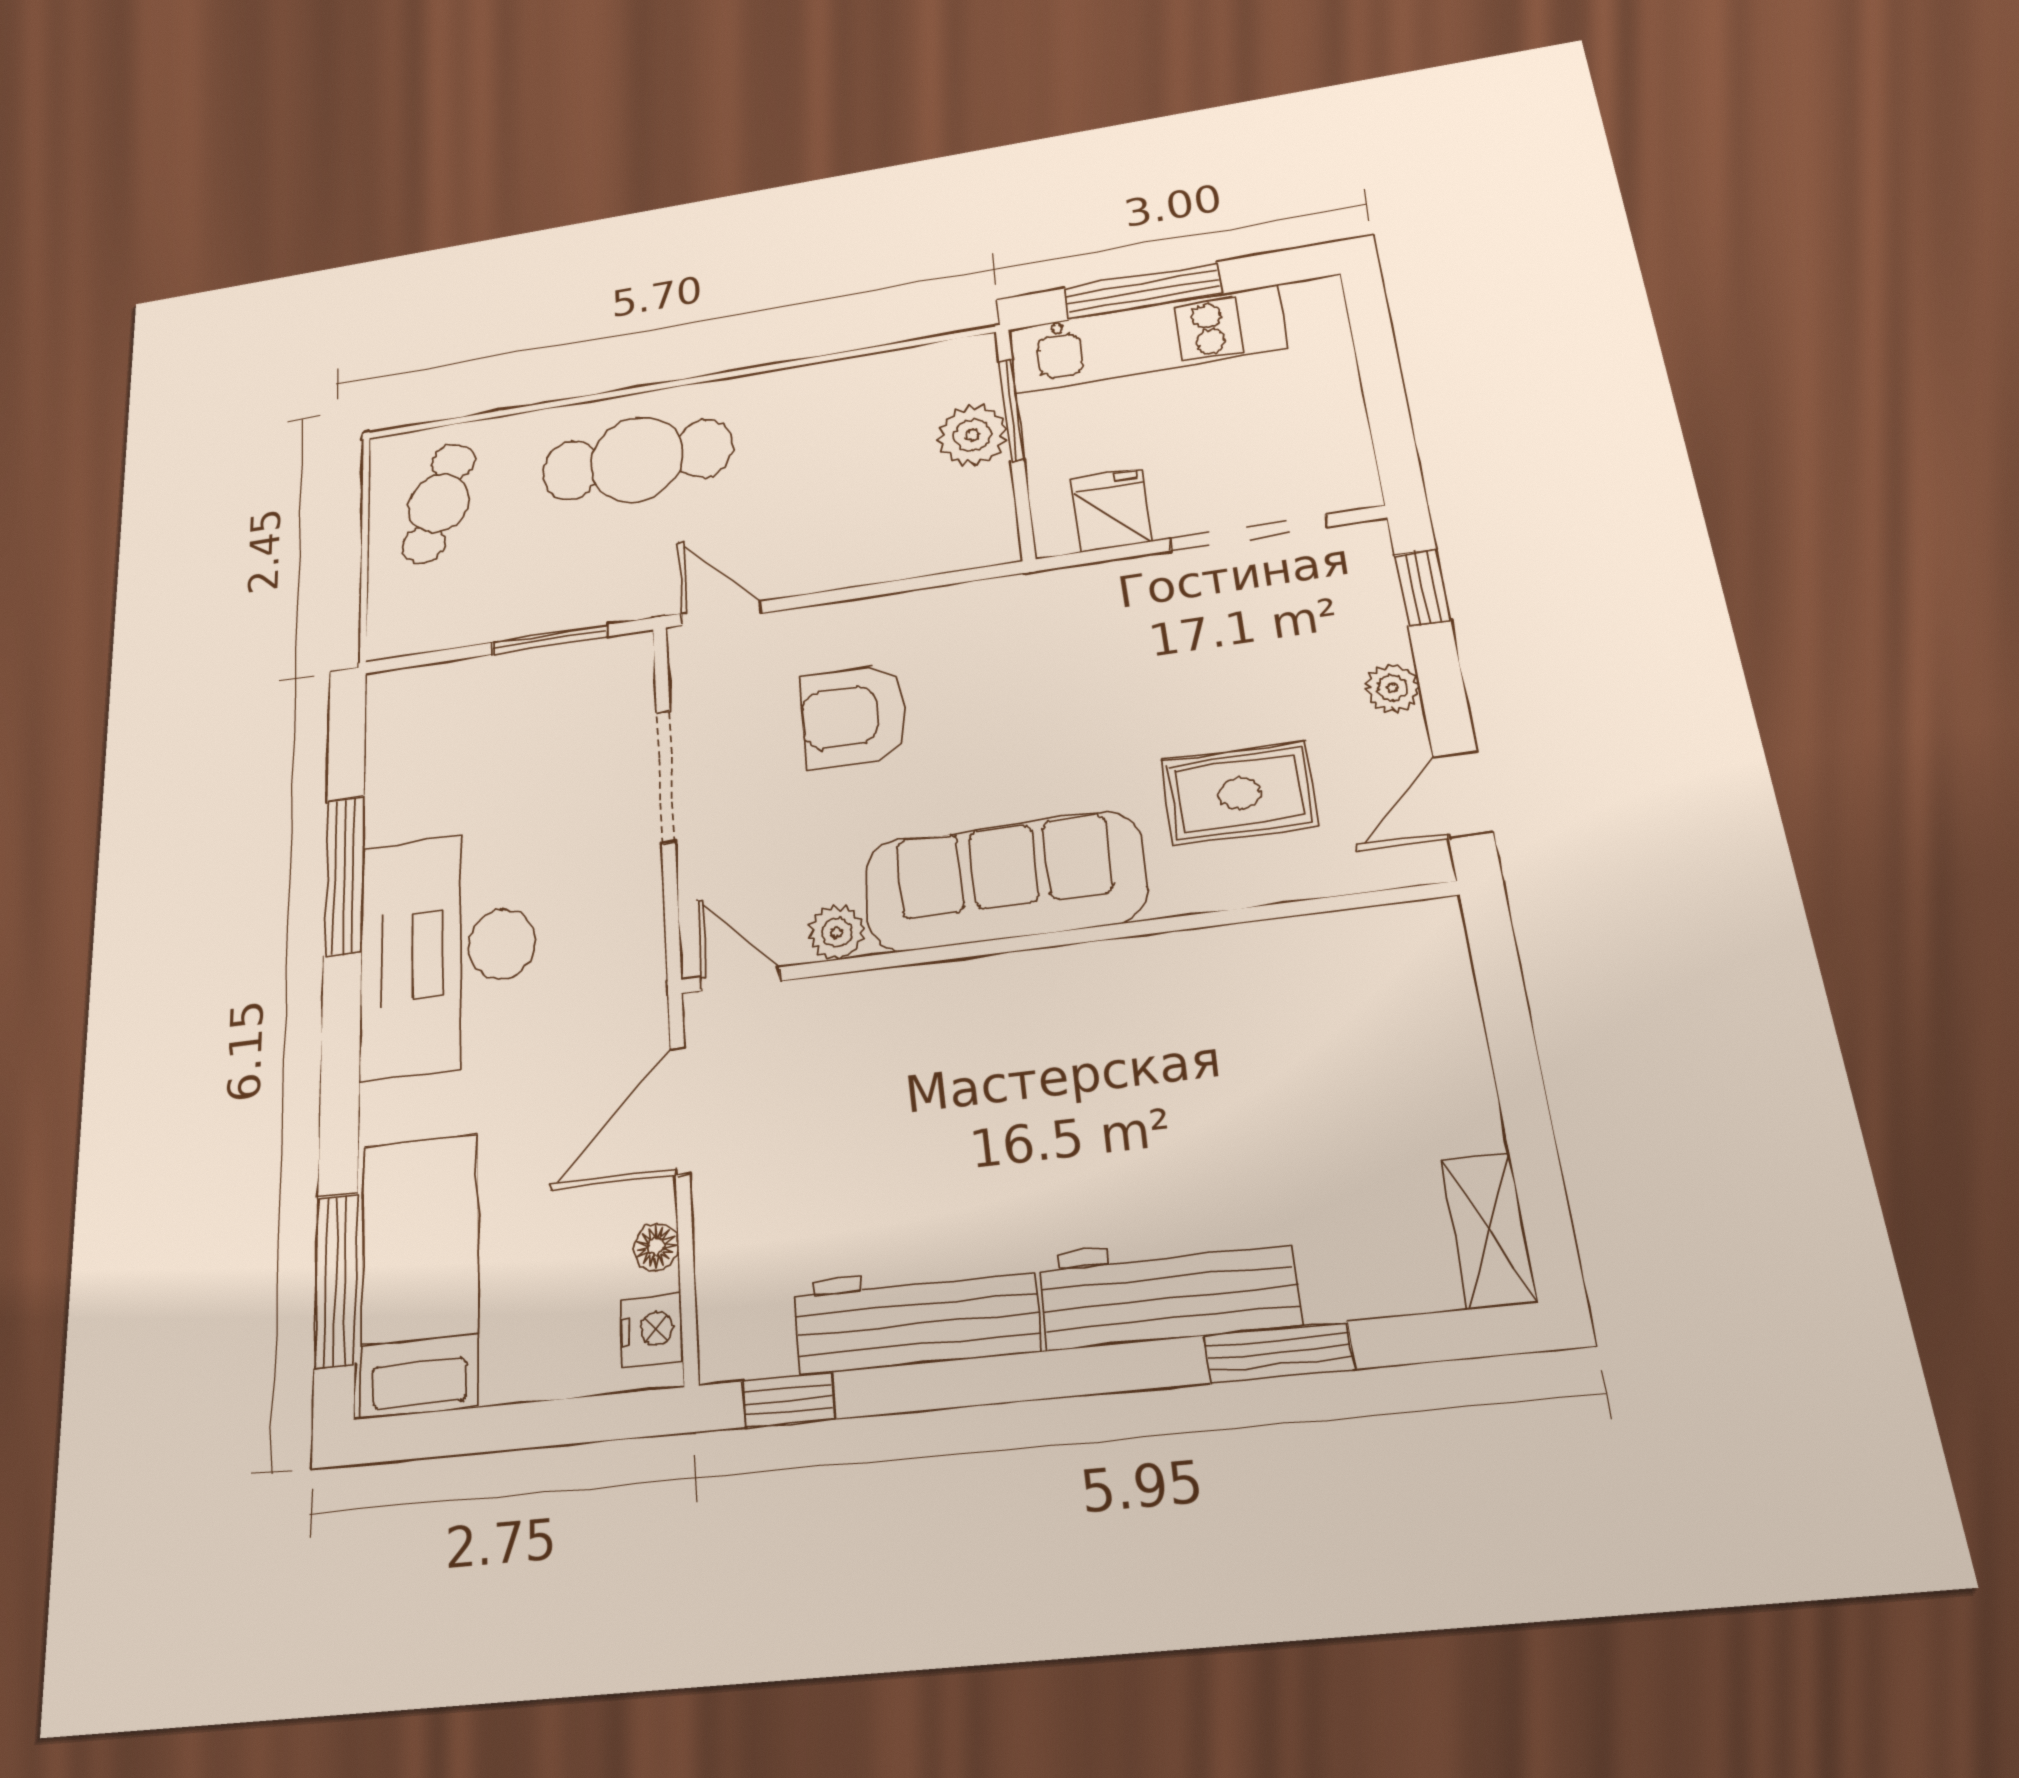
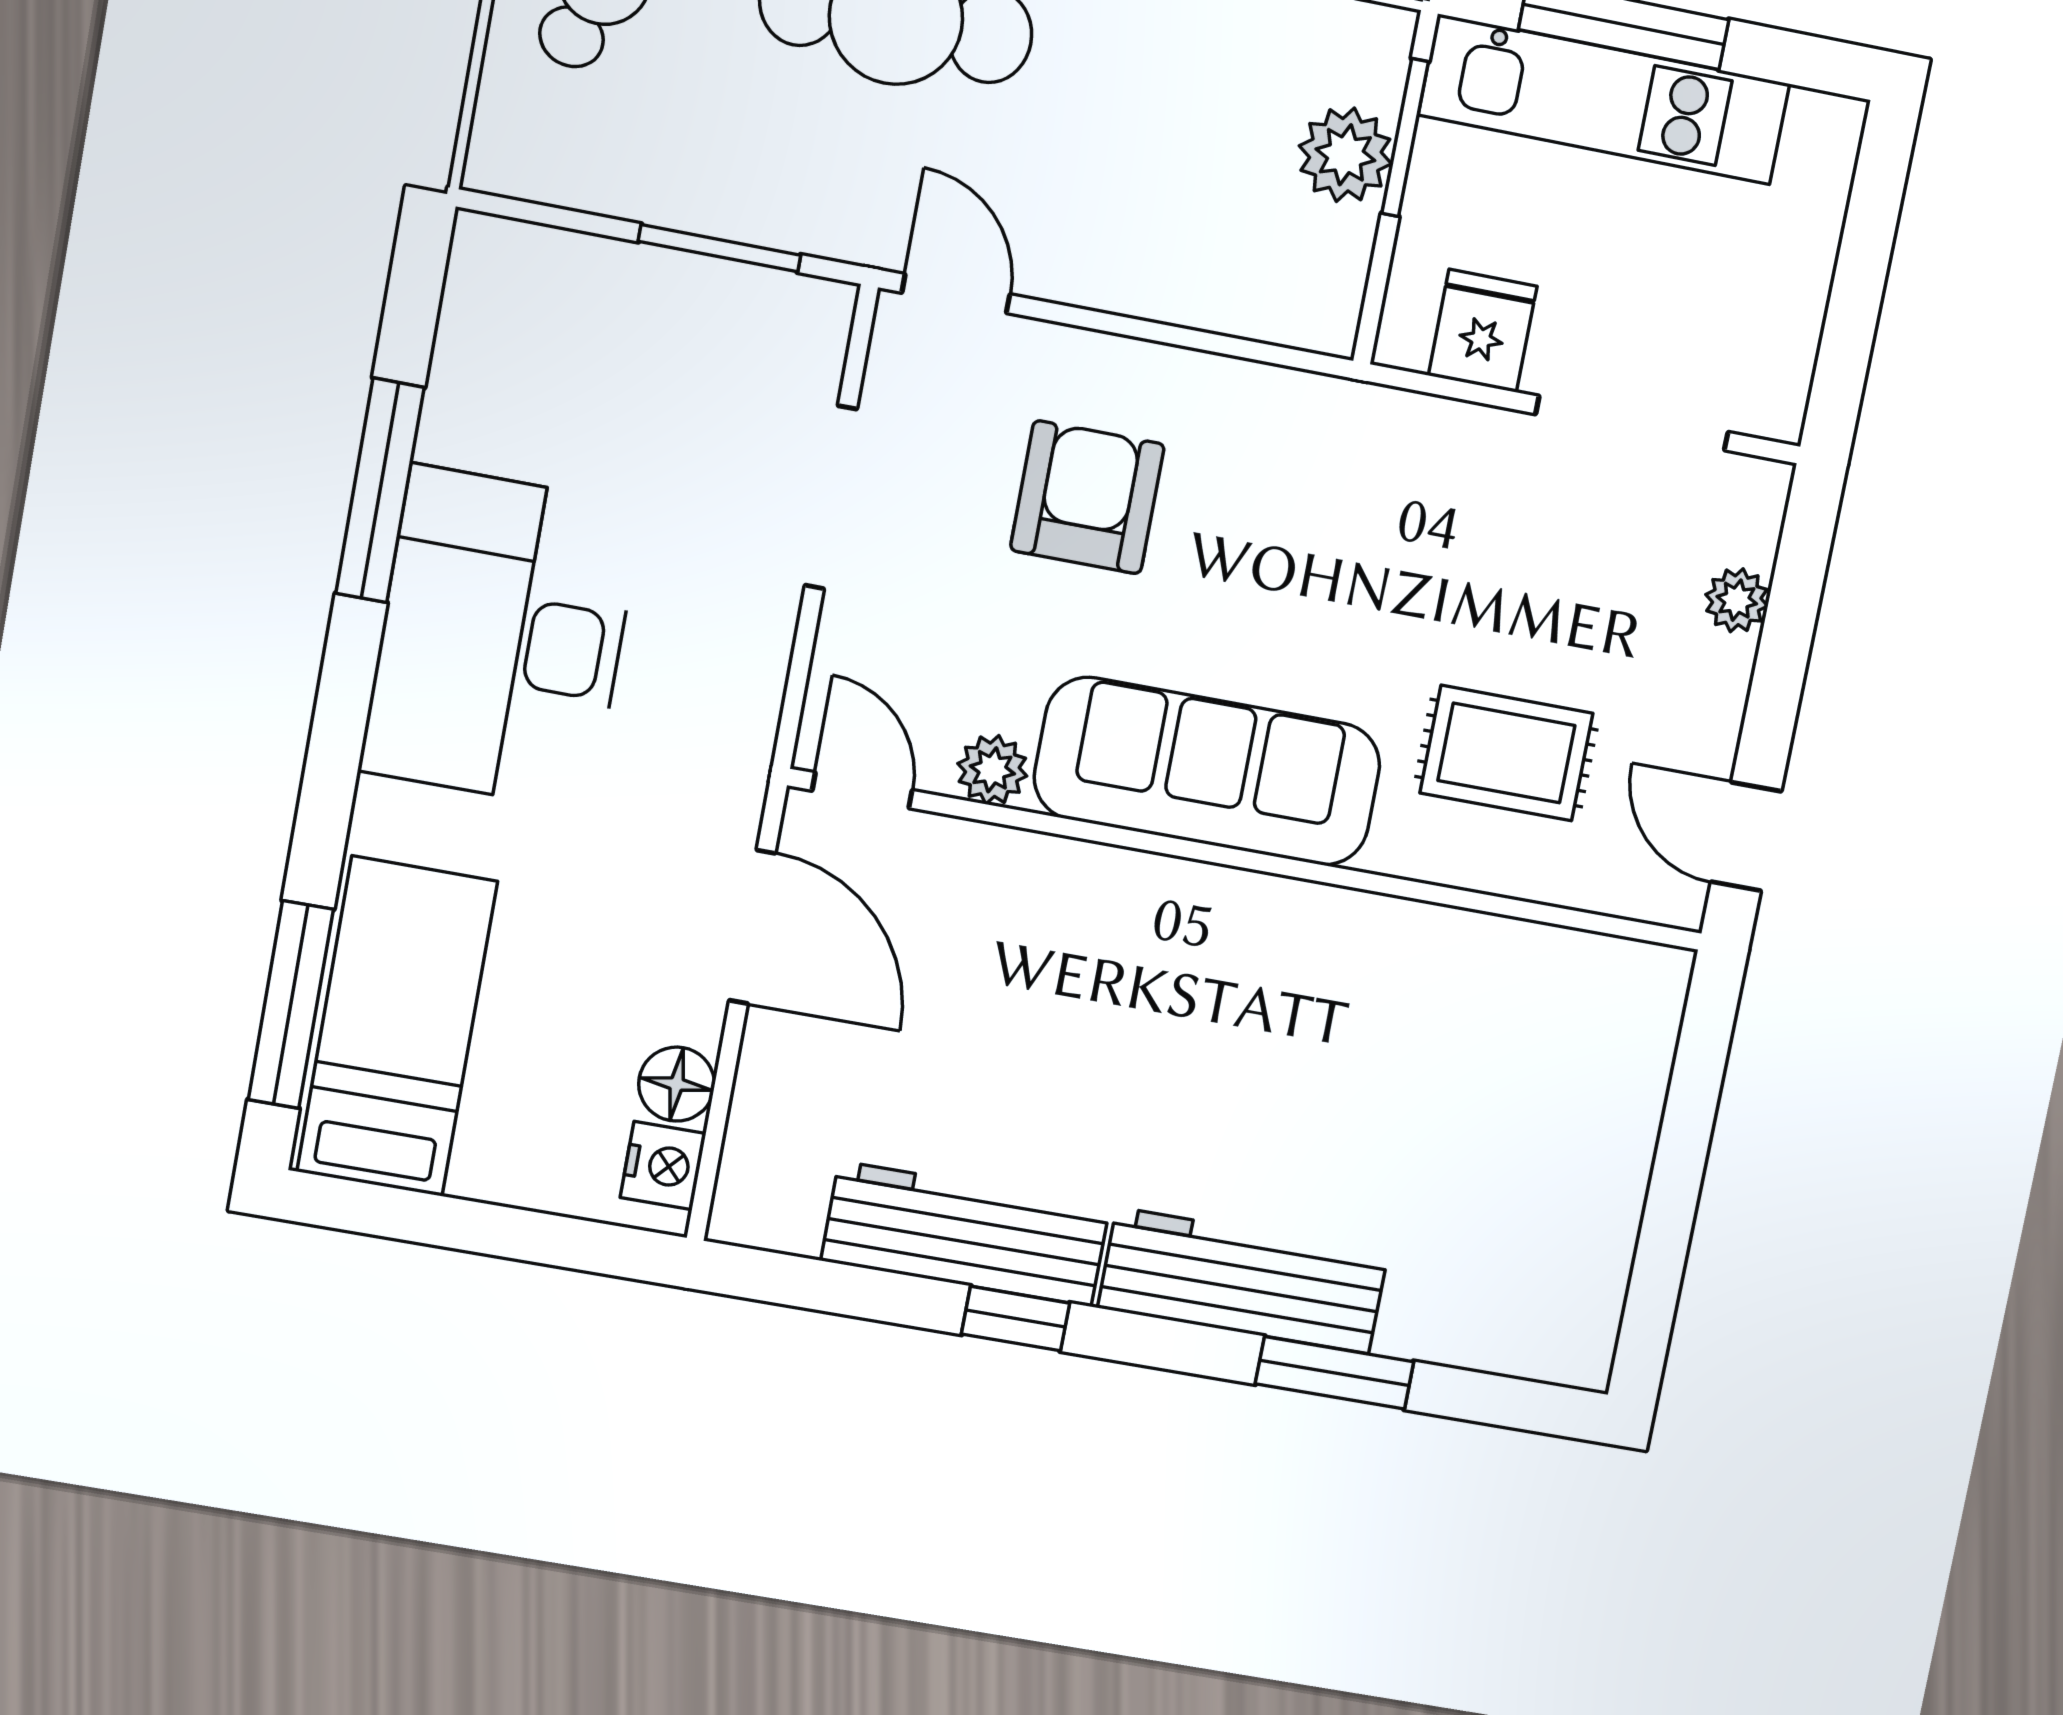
window: (1422, 588) -> (1800, 569), removed
plant: (1392, 688) -> (1737, 600), moved
armchair: (854, 716) -> (1087, 497), turned 90
door: (1463, 795) -> (1746, 837), hinge flipped
door: (680, 1111) -> (752, 927), swing flipped
shelving: (1489, 1230) -> (1588, 1311), removed
floor lamp: (656, 1247) -> (677, 1084), width x1.37, depth x1.37
window: (789, 1400) -> (1016, 1319), moved

